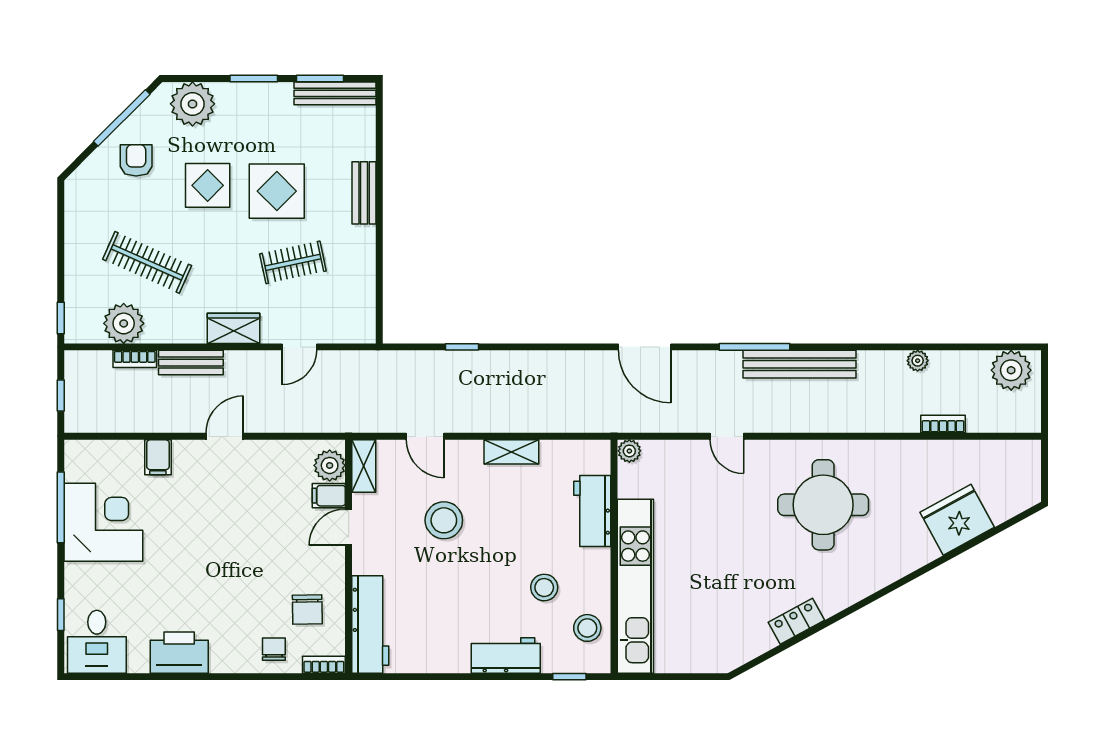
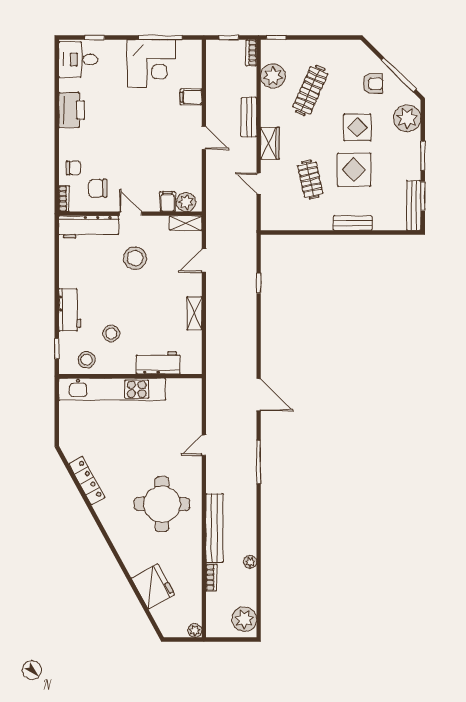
door: (645, 347) -> (259, 395), swing flipped
bookcase: (135, 359) -> (251, 53), moved
bench: (799, 364) -> (214, 528), moved
plant: (629, 451) -> (195, 631), moved
stool: (444, 520) -> (135, 258), moved
door: (349, 527) -> (131, 214), moved
locker: (796, 621) -> (87, 481), width x1.53

